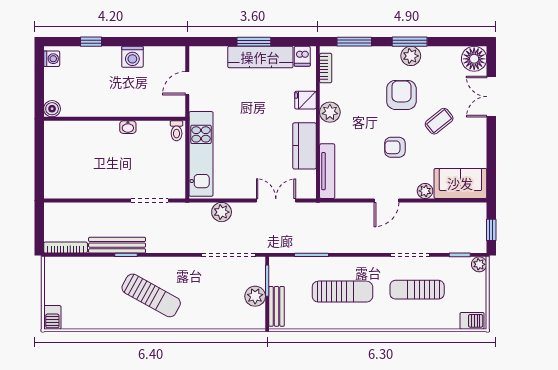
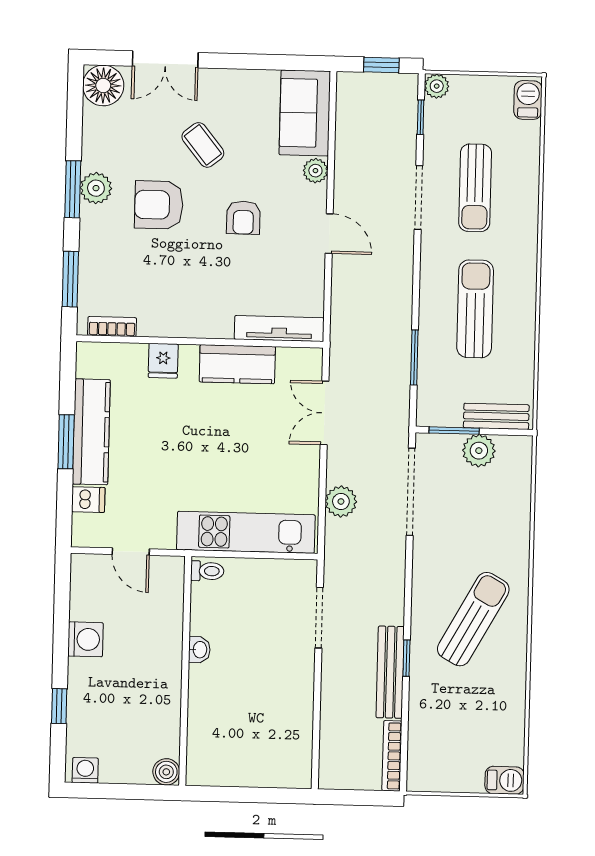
dishwasher: (302, 56) -> (88, 500), moved
plant: (330, 112) -> (184, 322), removed

